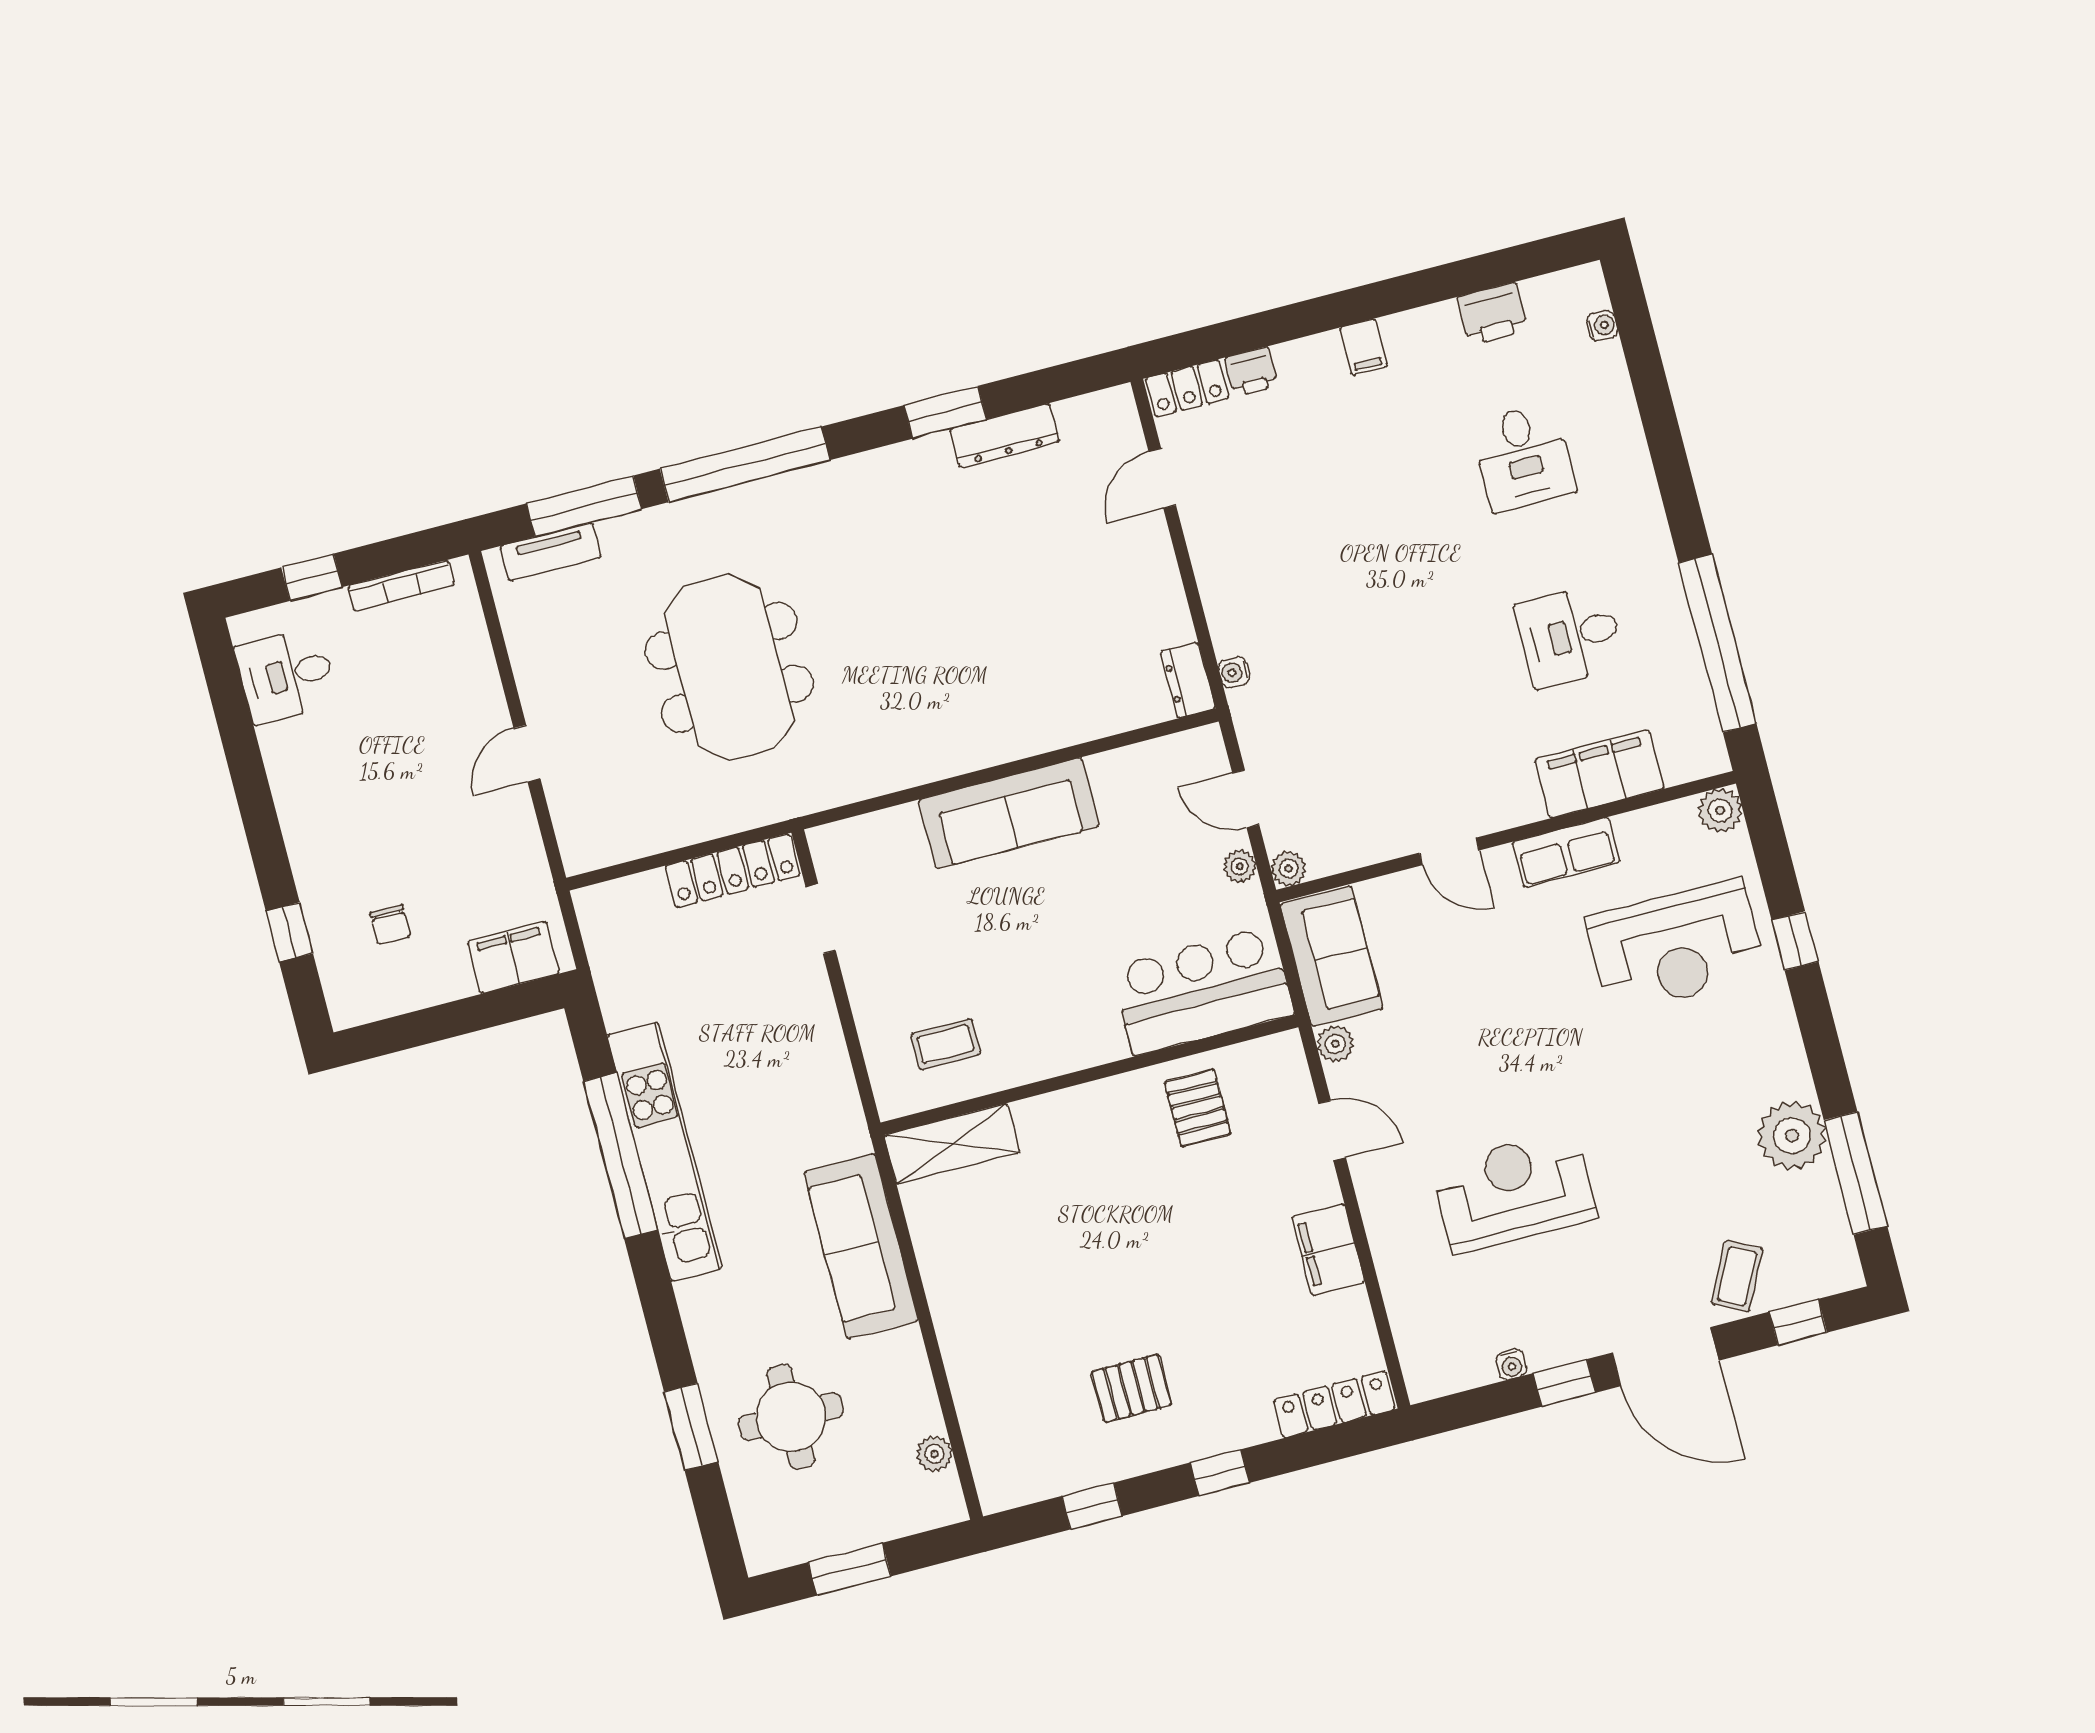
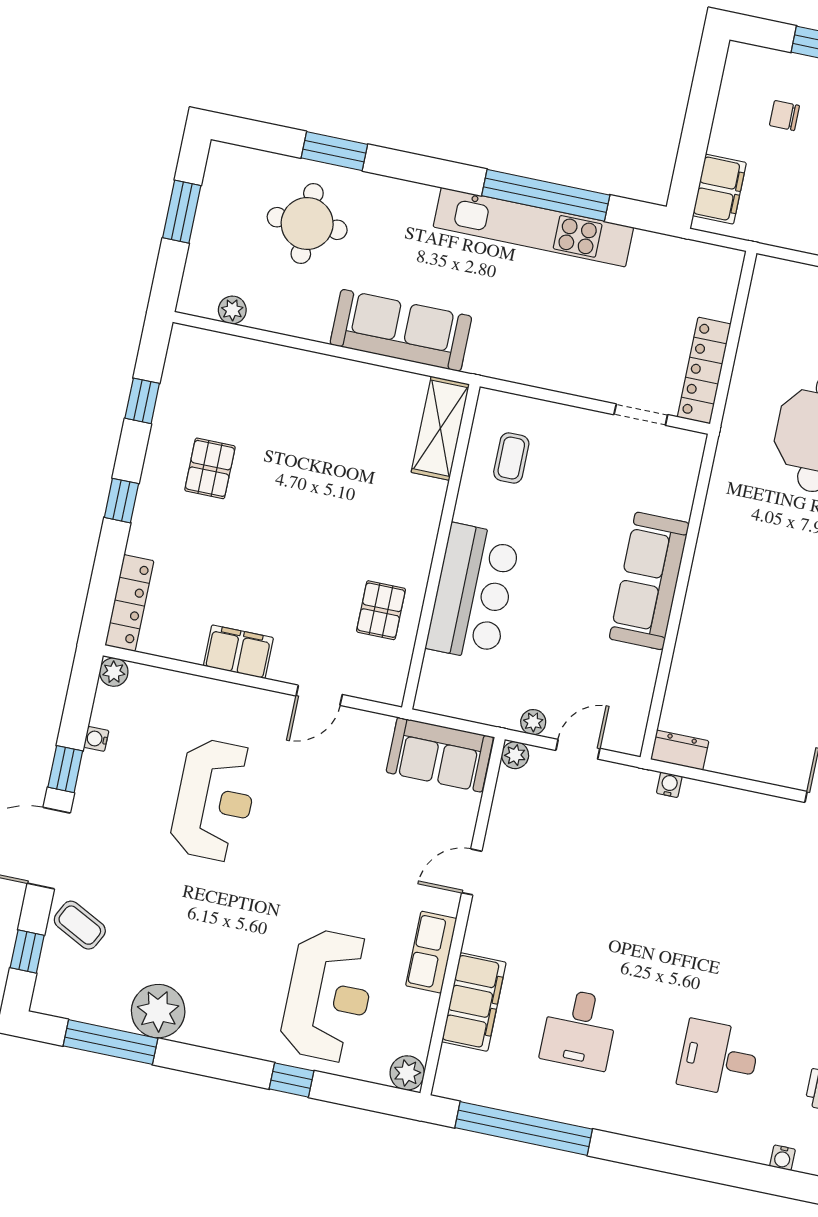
desk: (1570, 636) -> (579, 1029), turned 180
reception desk: (1676, 946) -> (329, 996), turned 180
bar counter: (1202, 991) -> (473, 592), moved
plant: (1335, 1044) -> (114, 672), moved
pallet: (1198, 1108) -> (381, 610), turned 90

